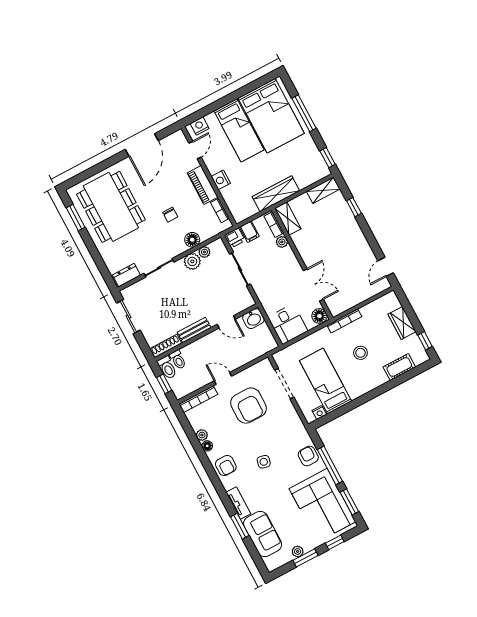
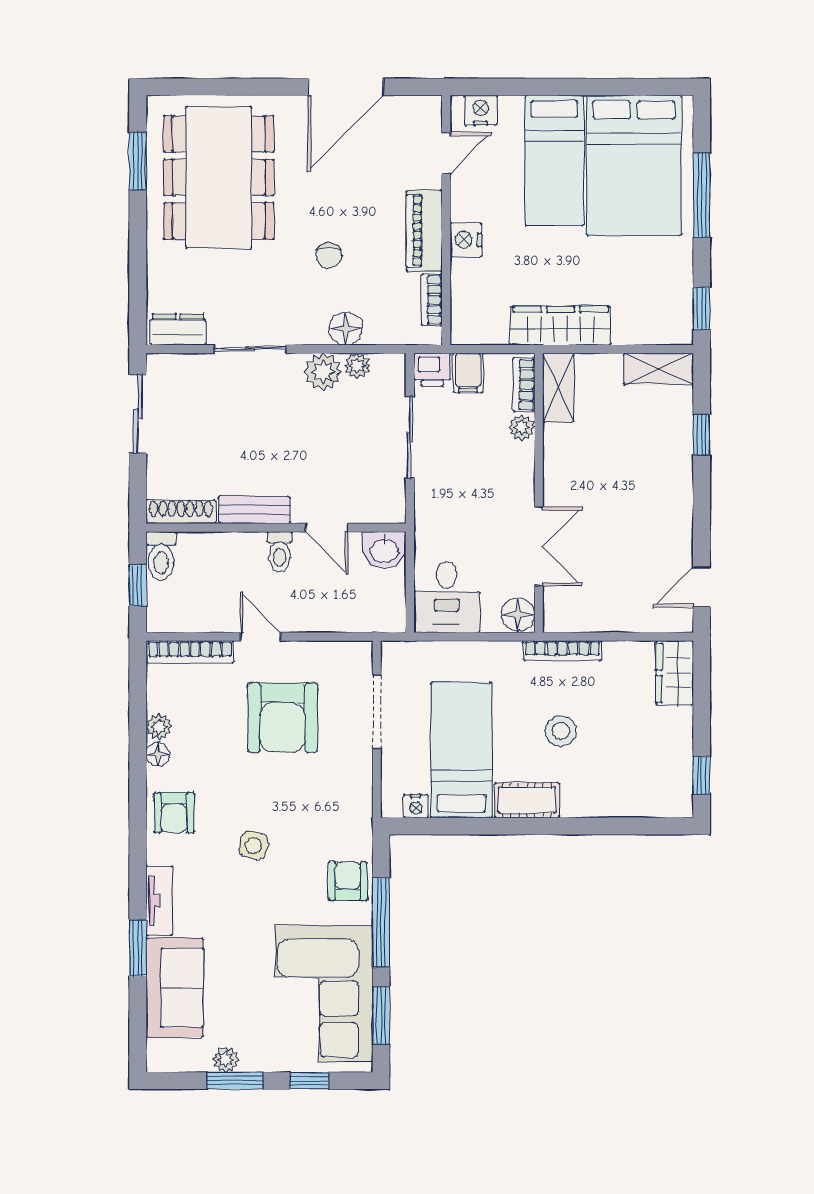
wardrobe: (402, 323) -> (675, 673), moved
toilet: (178, 360) -> (279, 552), moved
cot: (399, 367) -> (527, 800), moved

